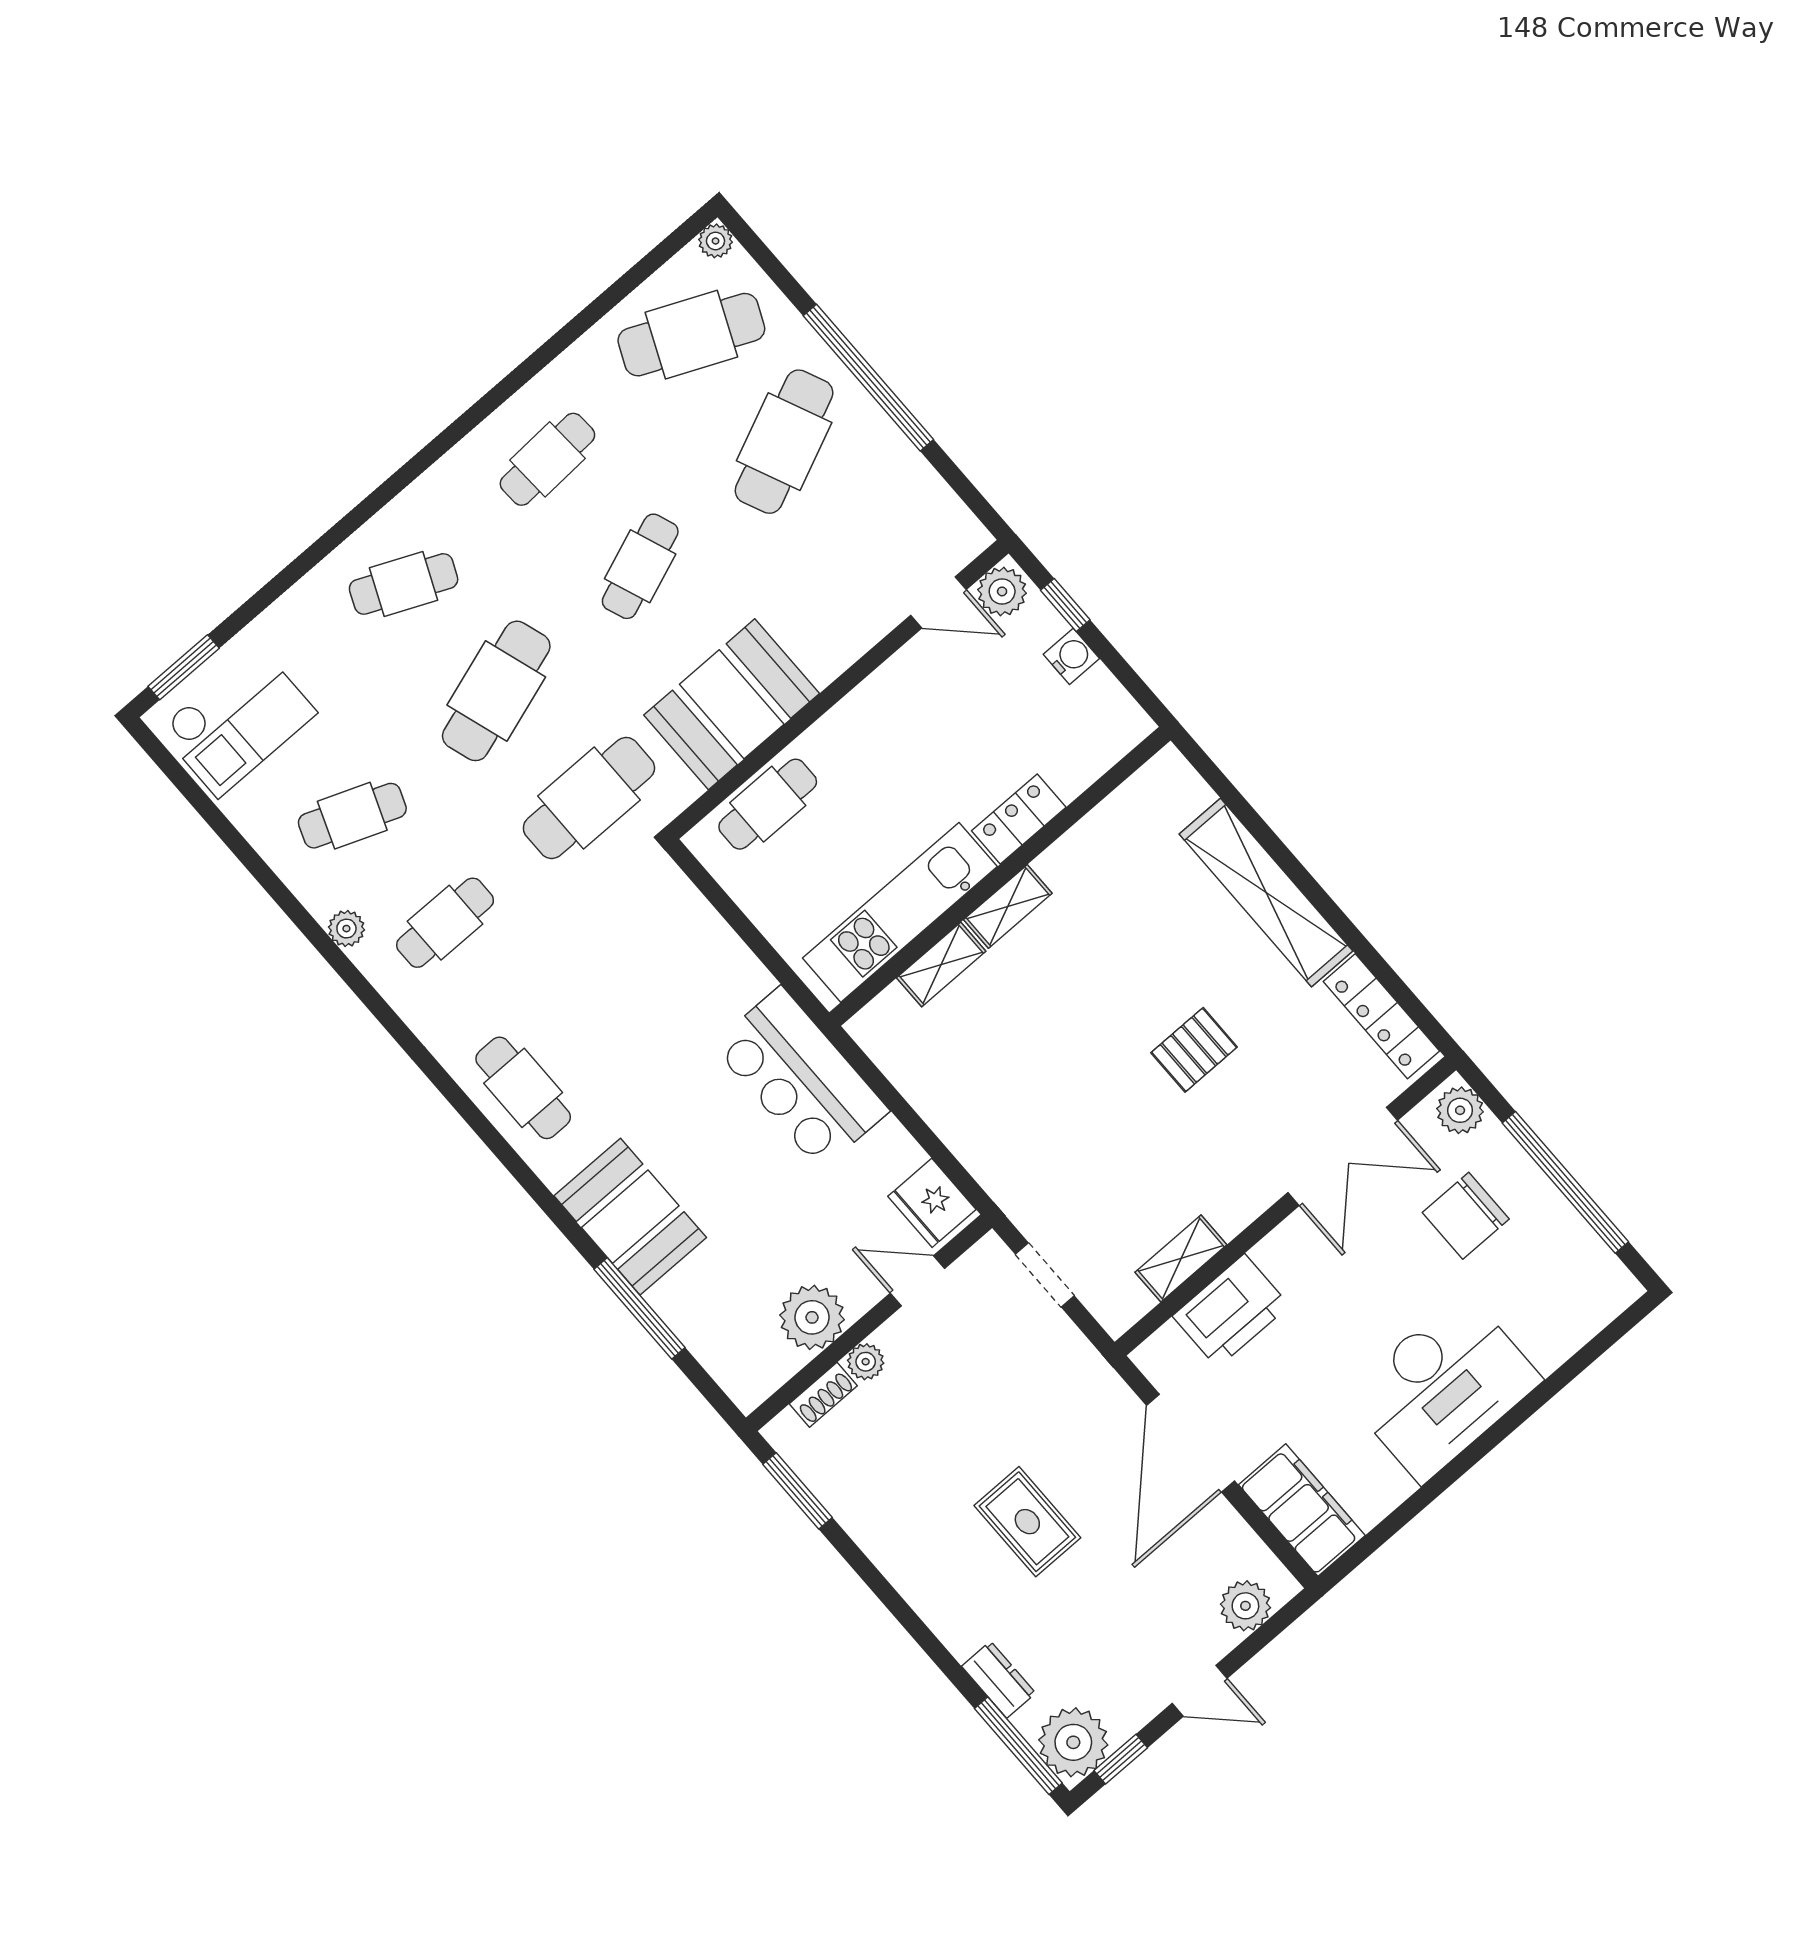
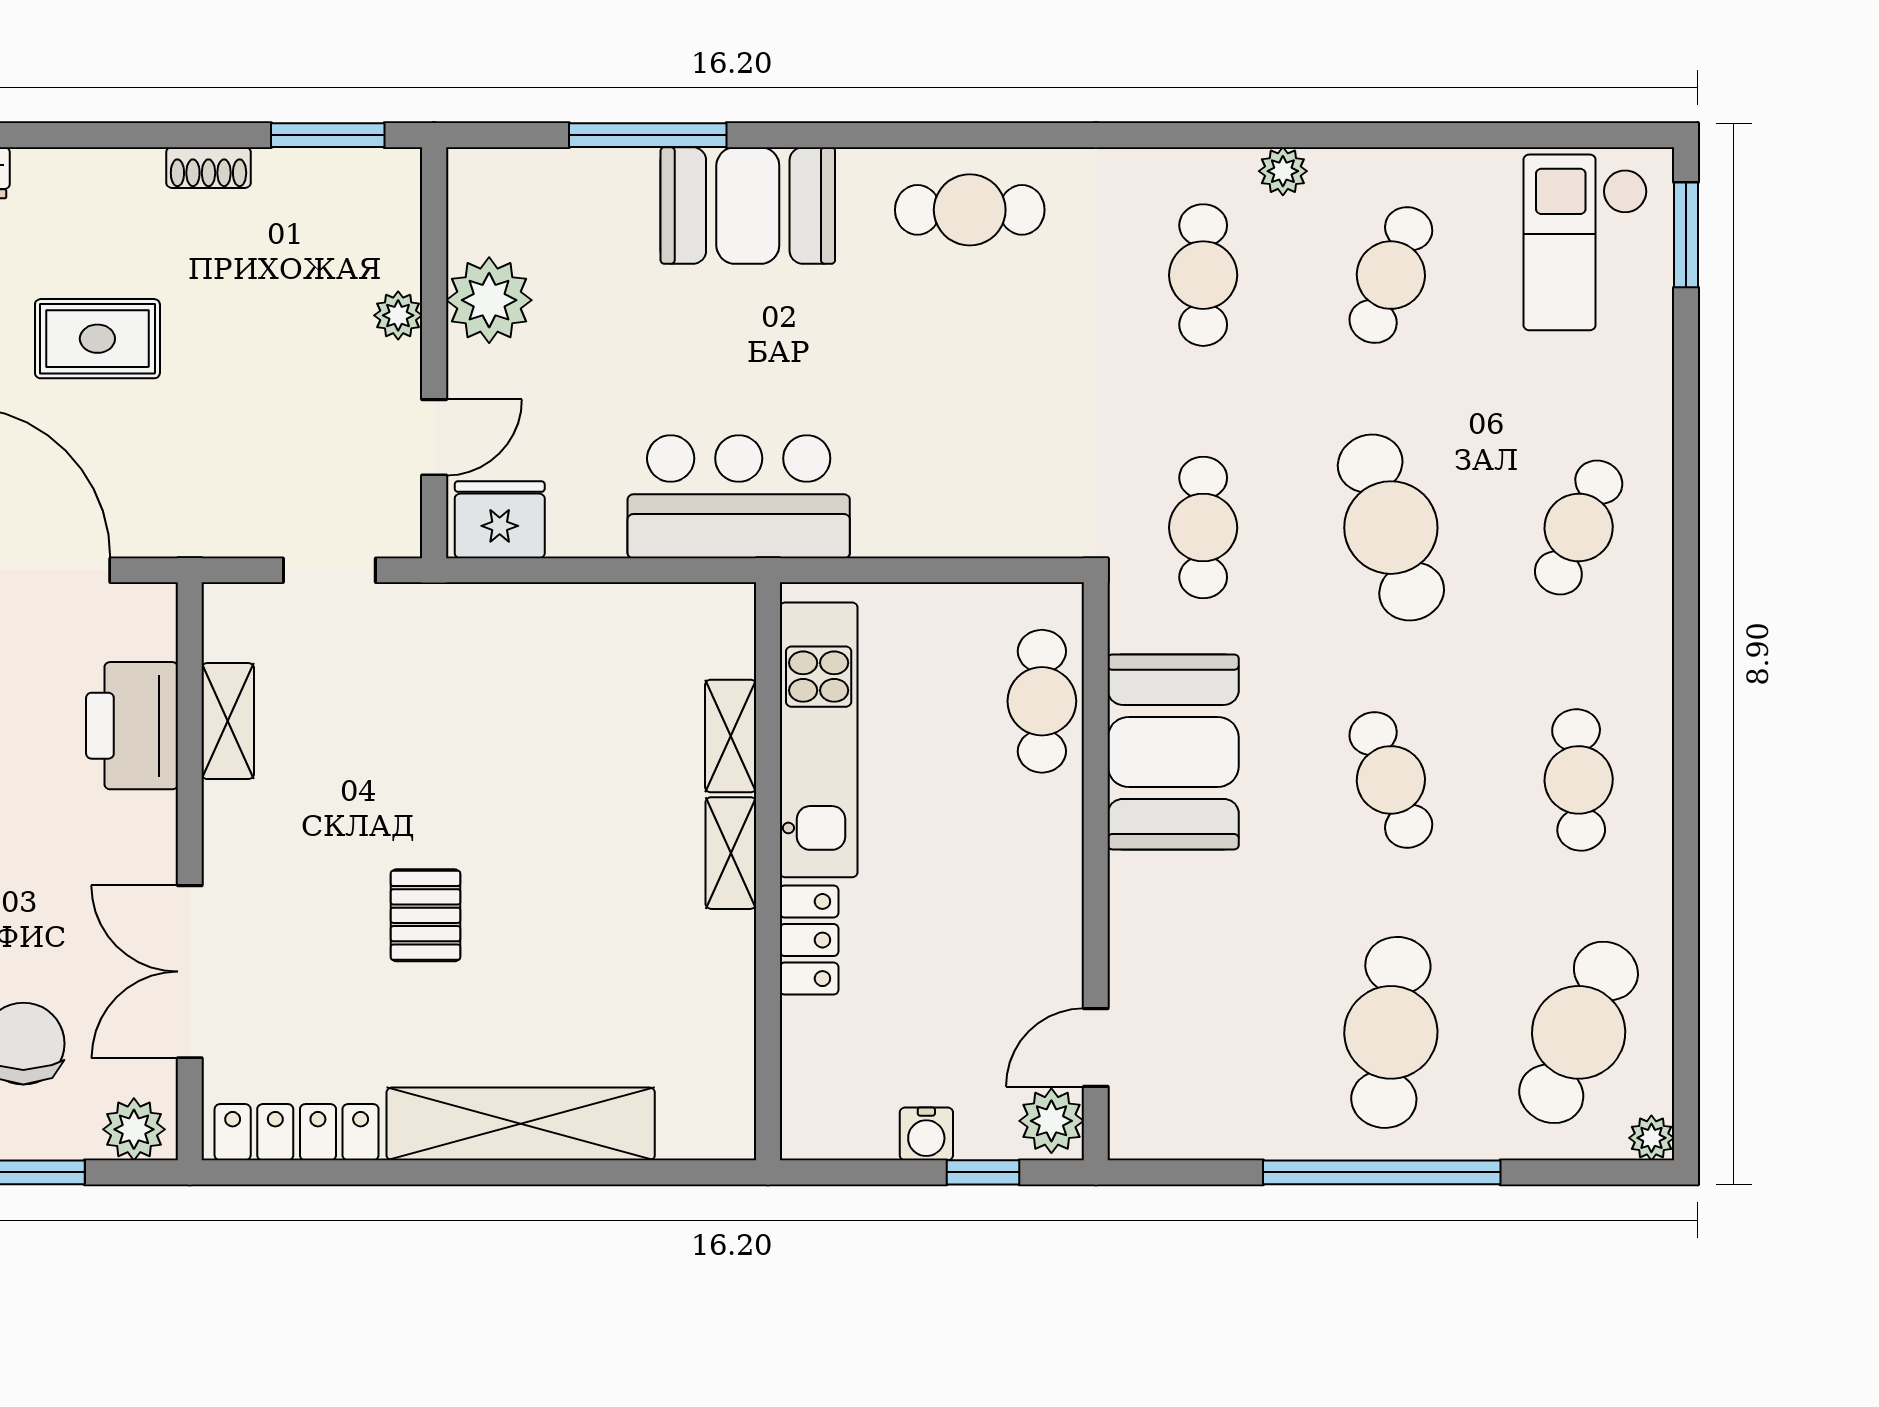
cafe table: (784, 442) -> (1391, 1032), turned 30
cafe table: (589, 798) -> (1203, 528), width x0.73, depth x0.74
shoe rack: (823, 1395) -> (208, 168), moved, turned -90

